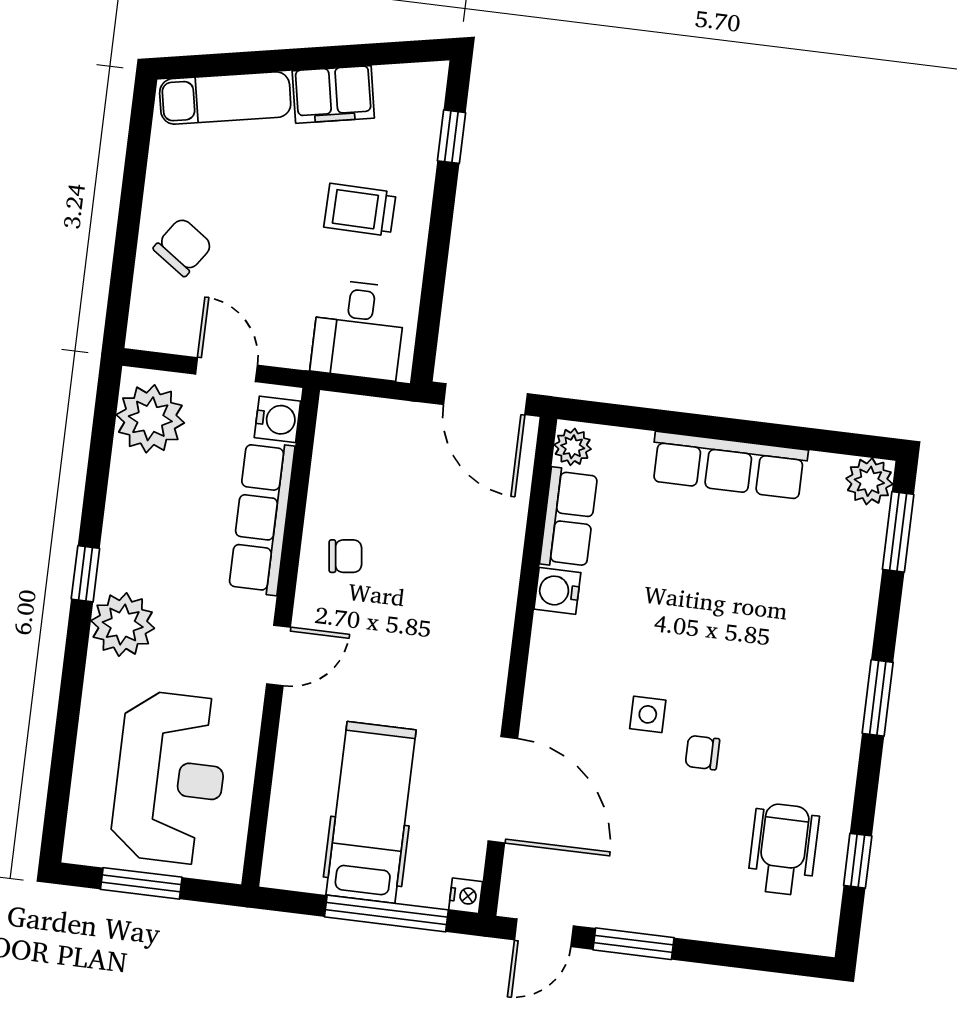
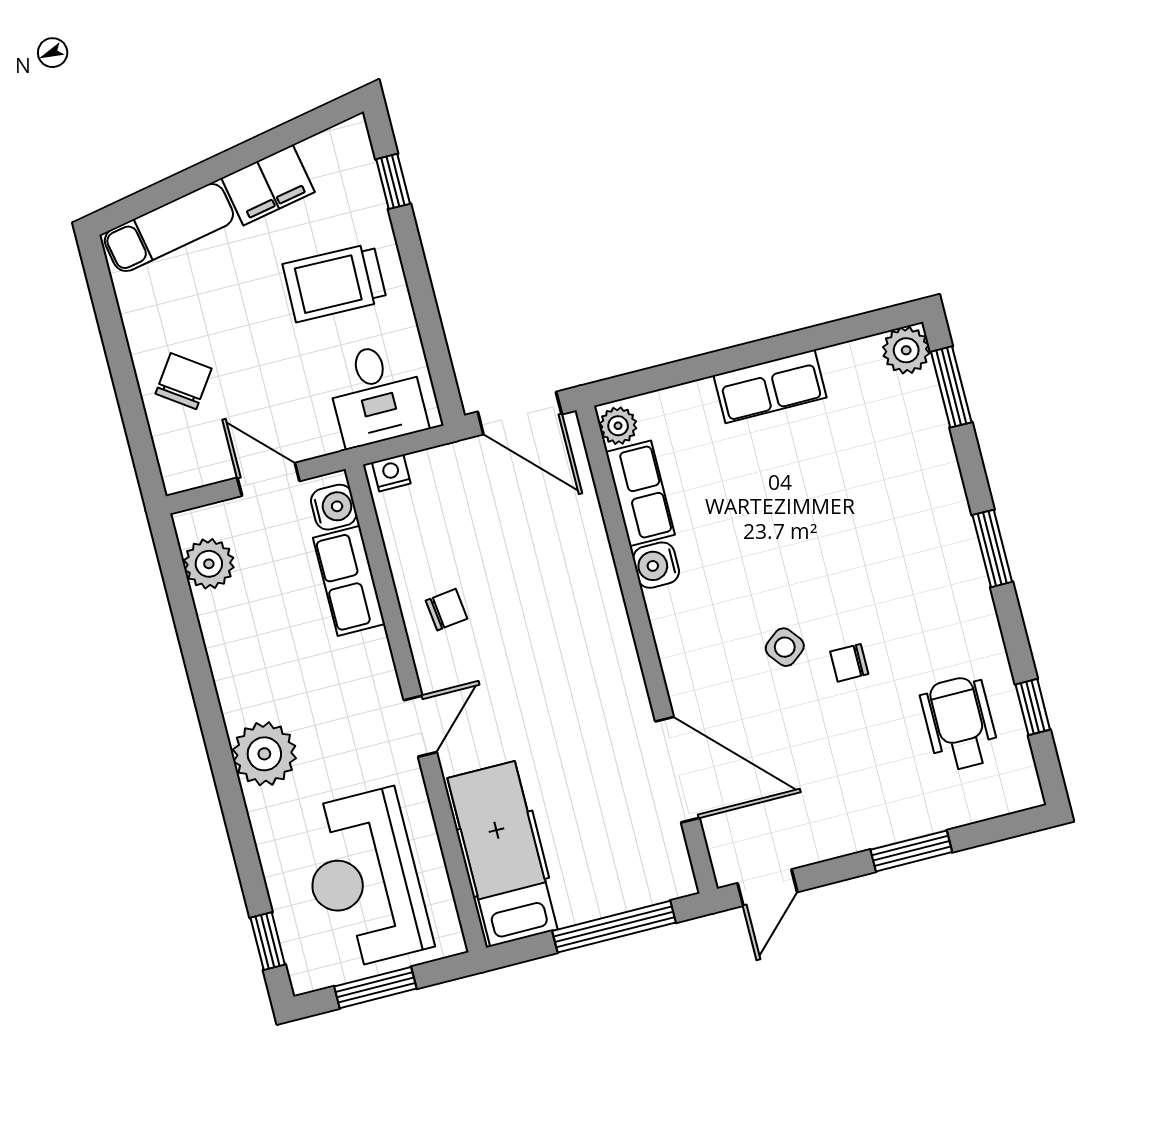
trolley: (360, 210) -> (335, 283), width x1.36, depth x1.39
plant: (150, 419) -> (209, 564), width x0.73, depth x0.73
row of seats: (729, 465) -> (770, 386), width x0.68
row of seats: (262, 518) -> (349, 581), width x0.68
window: (85, 574) -> (268, 941), moved
side table: (648, 714) -> (785, 647), turned -38
reception desk: (170, 778) -> (364, 879), turned 180
hospital bed: (371, 812) -> (502, 854), moved
nightstand: (466, 896) -> (391, 473), moved, turned -90
window: (634, 944) -> (911, 851), moved

